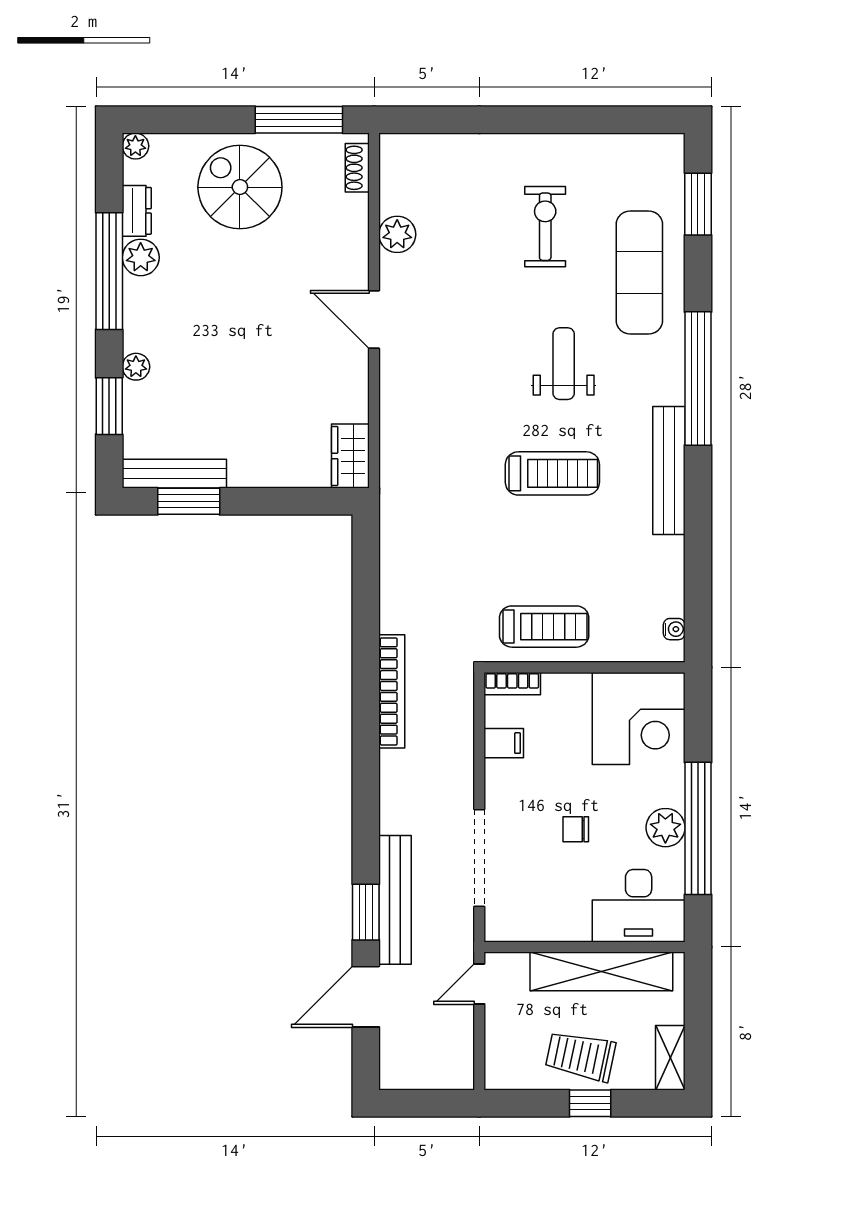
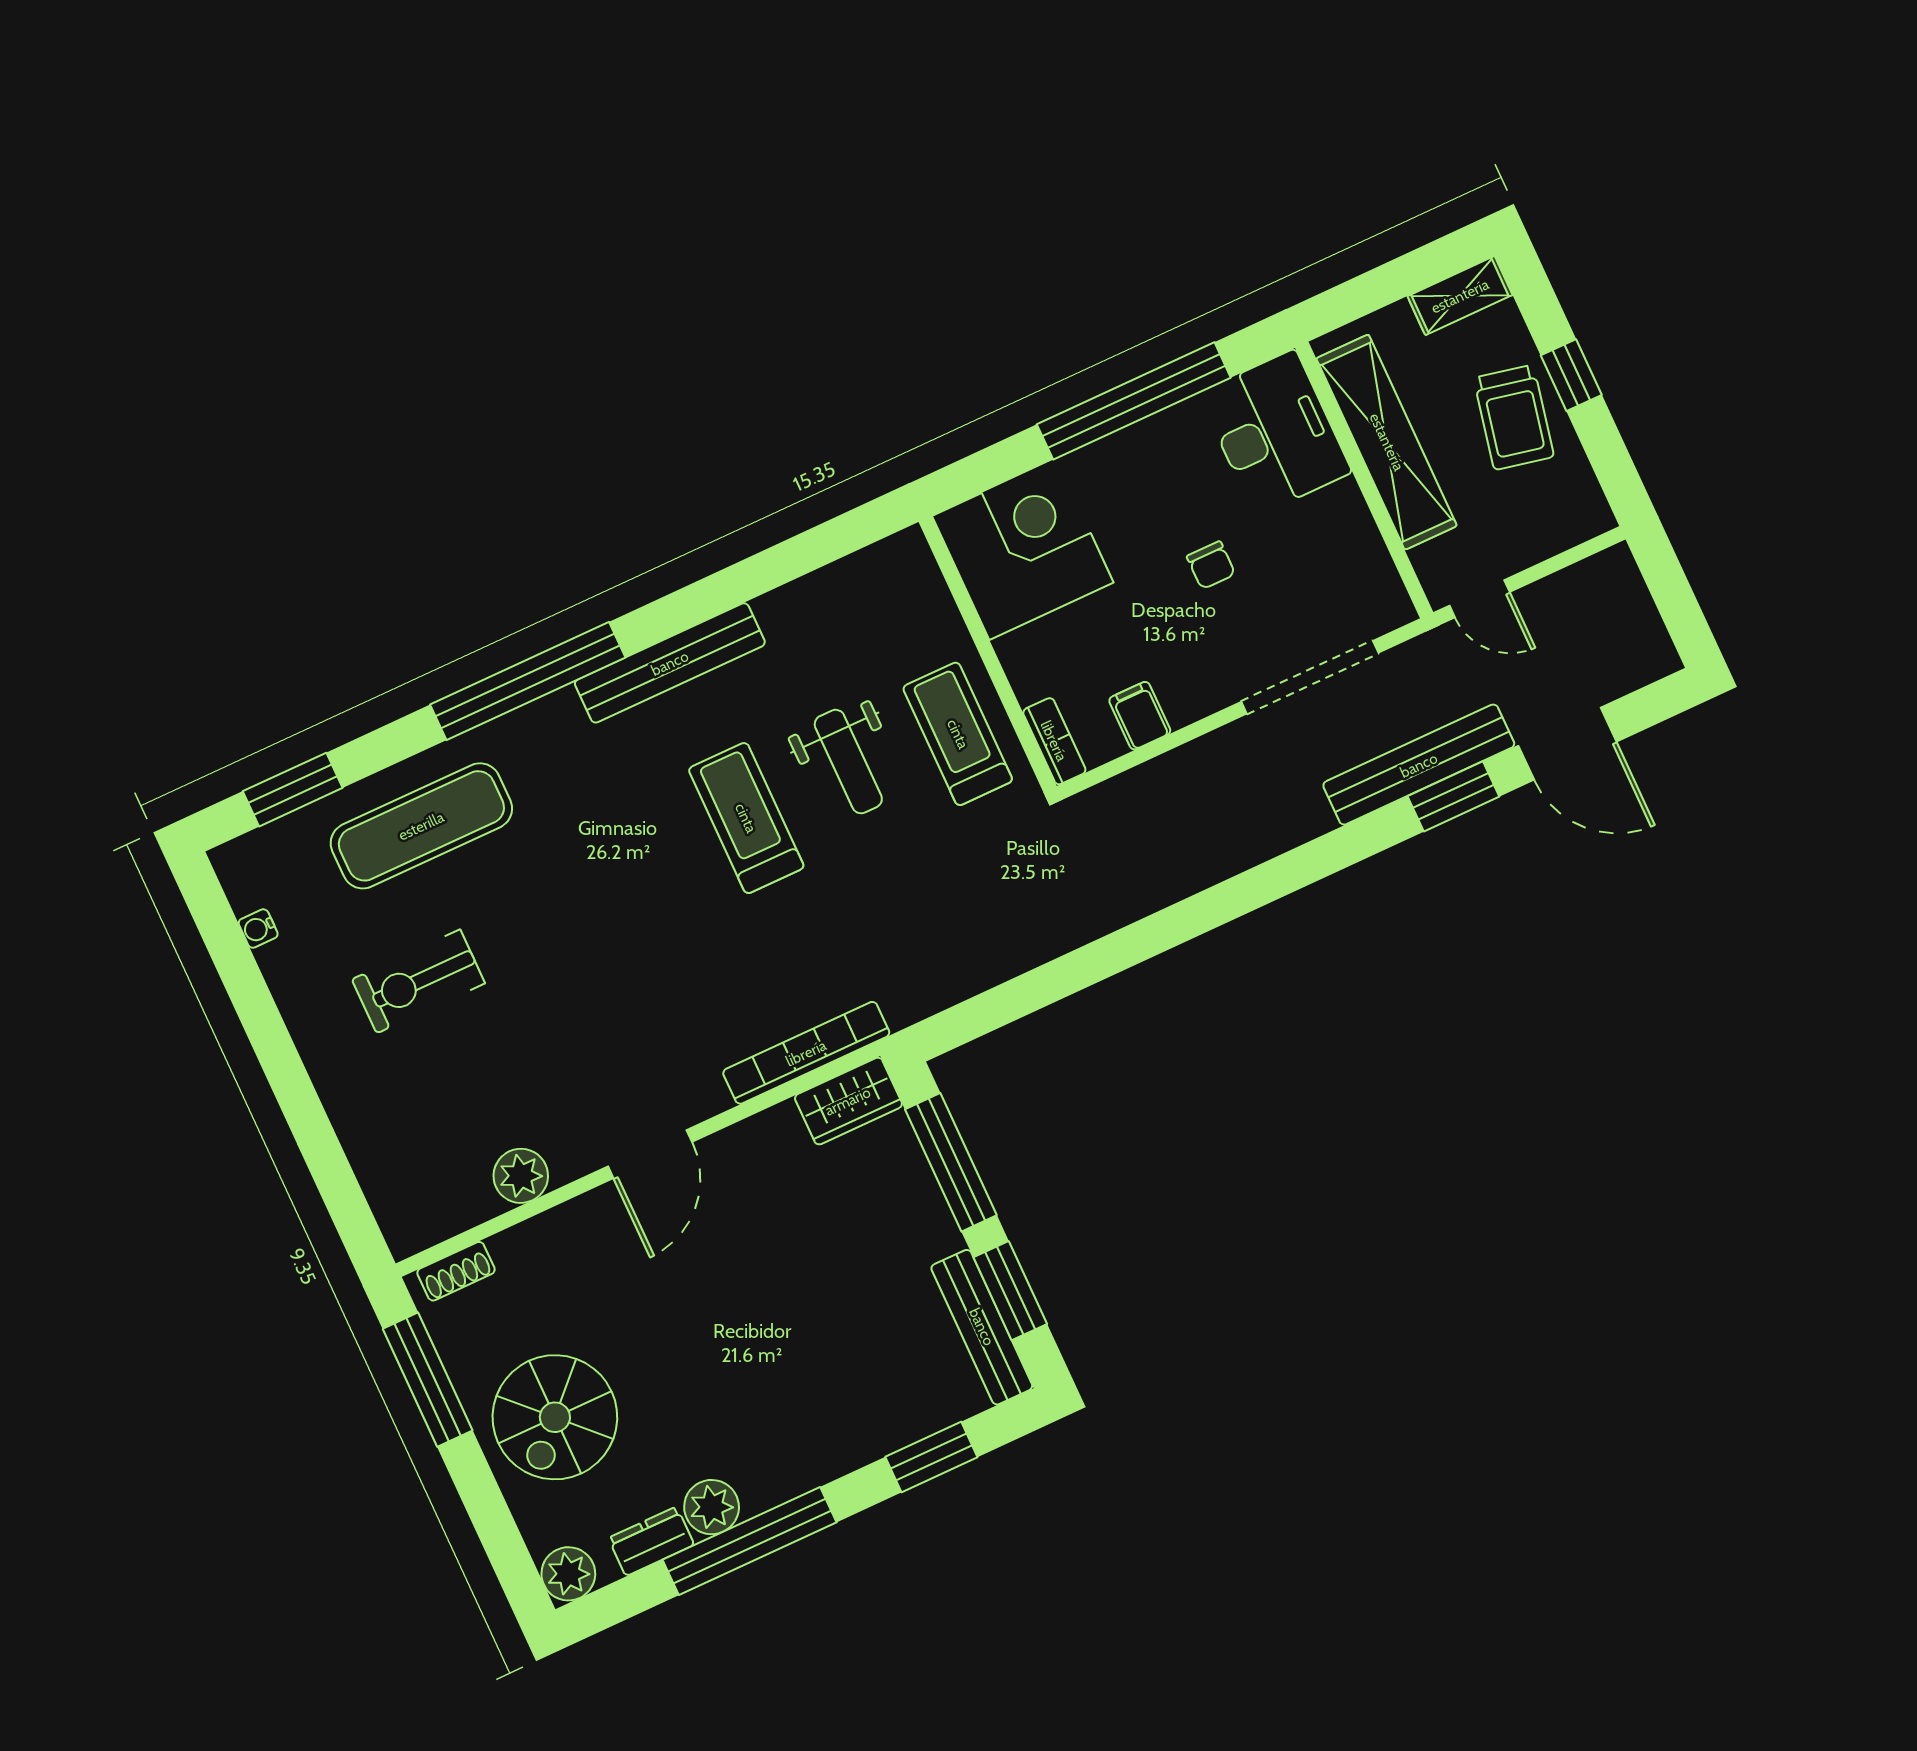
plant: (135, 146) -> (568, 1574), width x1.38, depth x1.38
weight bench: (564, 364) -> (848, 762), moved, turned -90
plant: (136, 367) -> (862, 1445), removed
window: (284, 501) -> (951, 1162), added
water cooler: (674, 629) -> (258, 929), moved, turned -90
bookcase: (392, 691) -> (806, 1053), moved
plant: (665, 828) -> (1153, 445), removed

